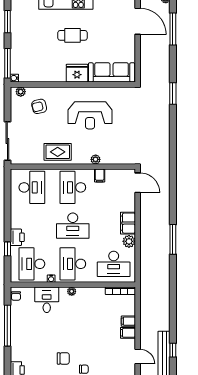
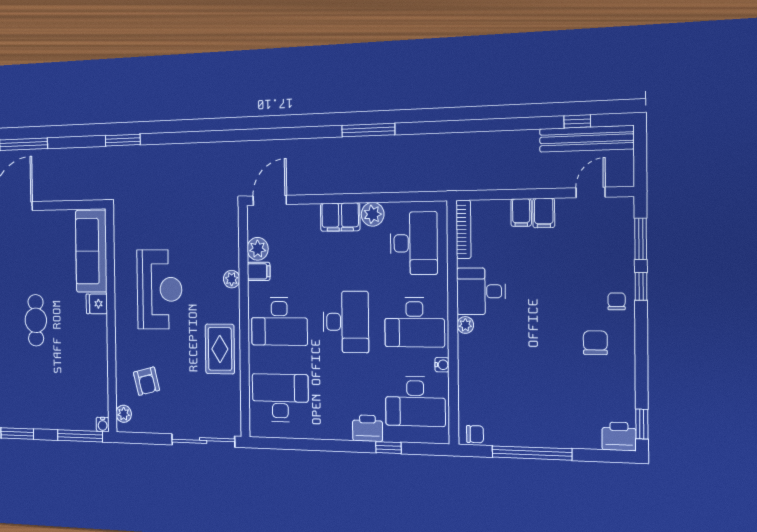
fridge: (77, 73) -> (97, 304), width x0.53, depth x0.75
plant: (112, 175) -> (258, 249), added
desk: (47, 300) -> (481, 291), moved

